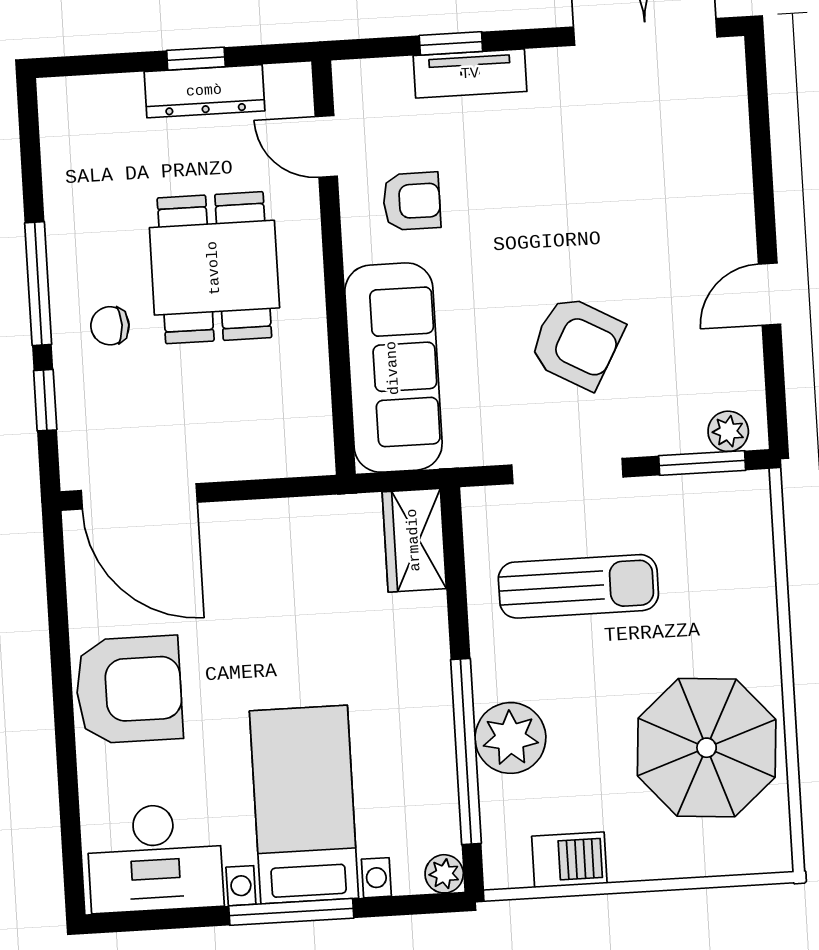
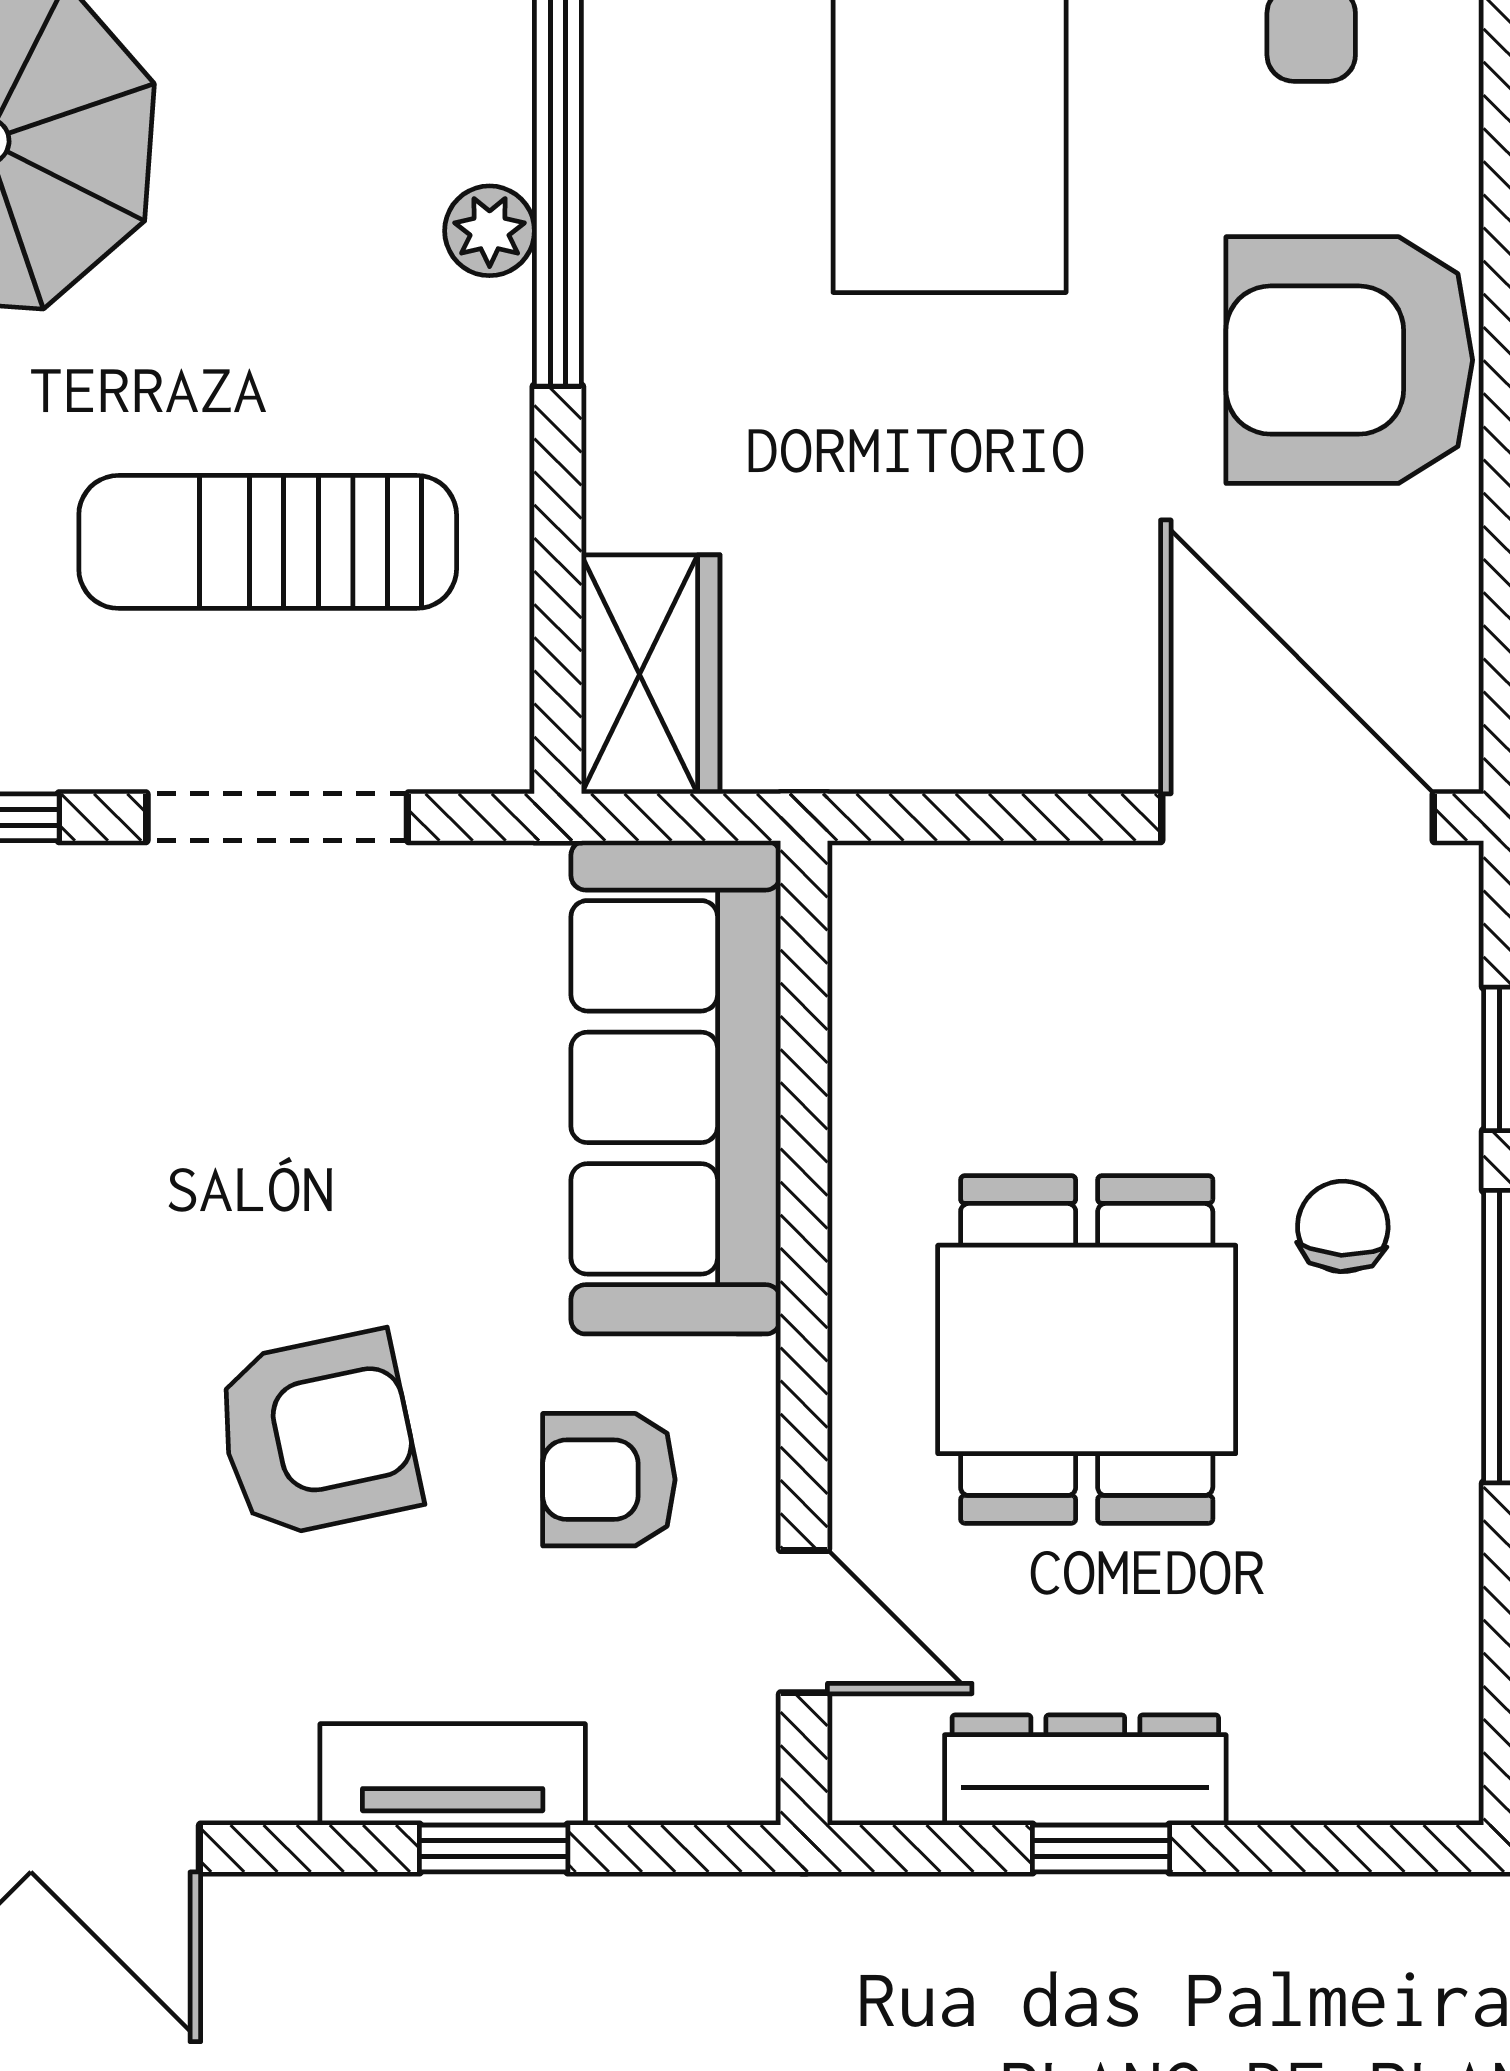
chair: (110, 326) -> (1343, 1226), turned -87
armchair: (576, 342) -> (317, 1435), moved, turned 139
plant: (510, 738) -> (490, 231), width x0.53, depth x0.53

